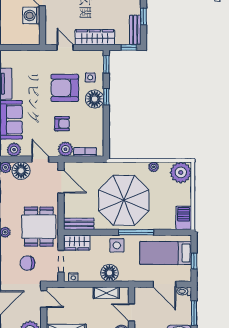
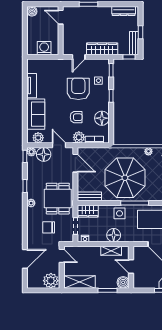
washing machine: (31, 15) -> (44, 48), moved, turned 90
door: (65, 47) -> (79, 57), swing flipped
armchair: (65, 88) -> (78, 89), turned 90
floor lamp: (95, 99) -> (102, 118), moved

